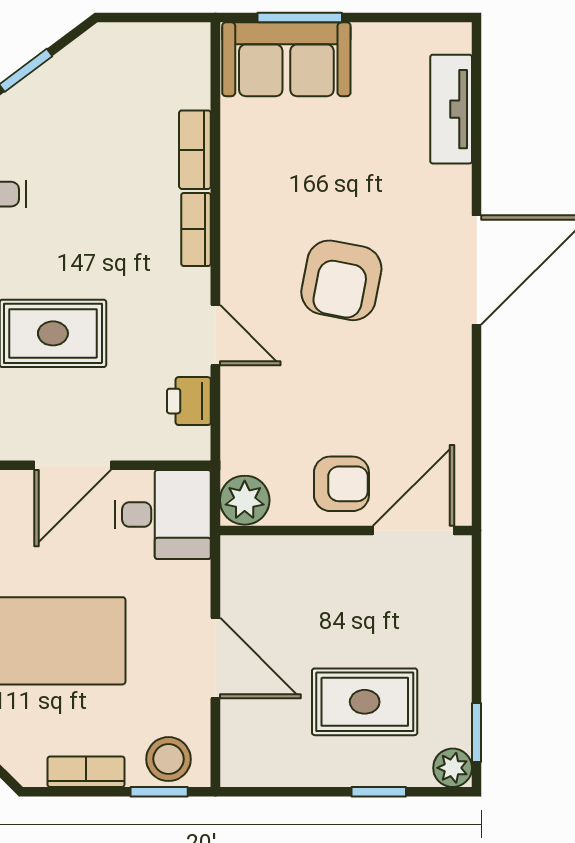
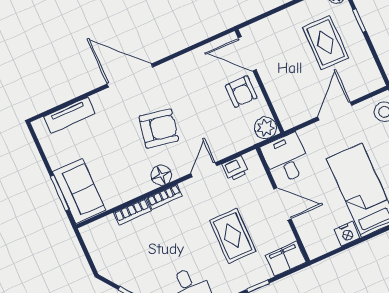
floor lamp: (243, 242) -> (161, 175), added
armchair: (341, 484) -> (241, 92), turned 180

